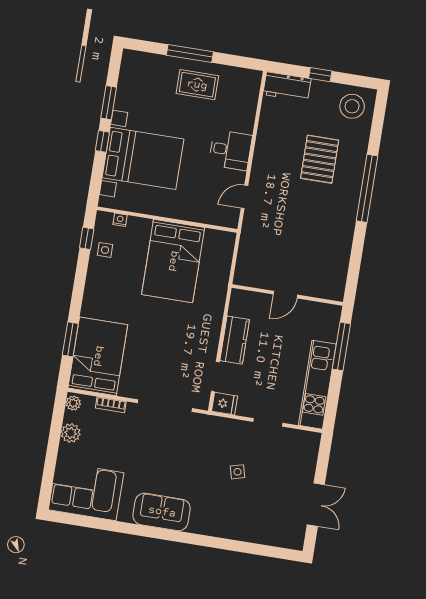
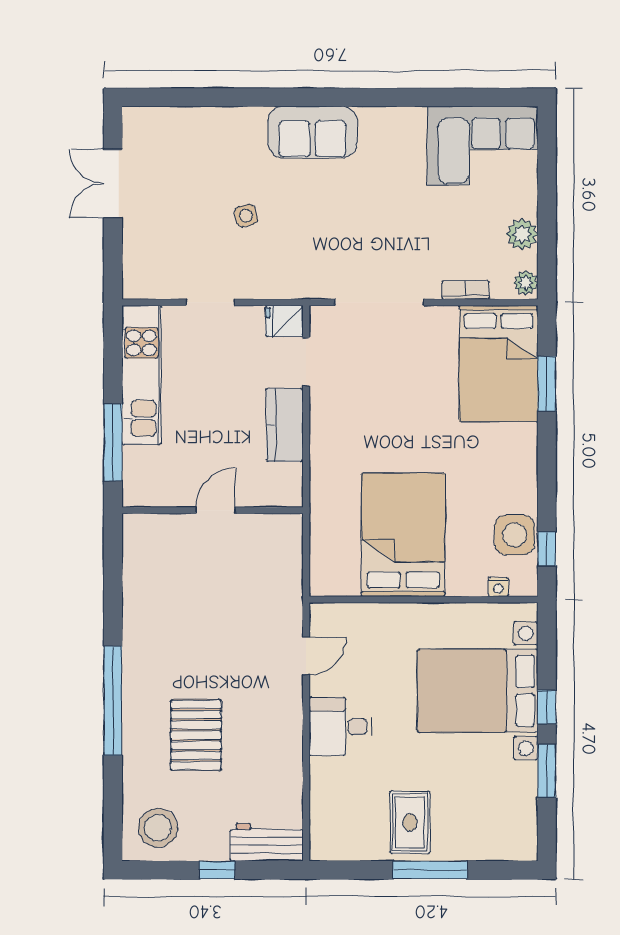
rug: (197, 85) -> (410, 822), turned 90
side table: (105, 250) -> (515, 535), width x1.87, depth x1.87
sofa: (162, 512) -> (313, 132), moved

